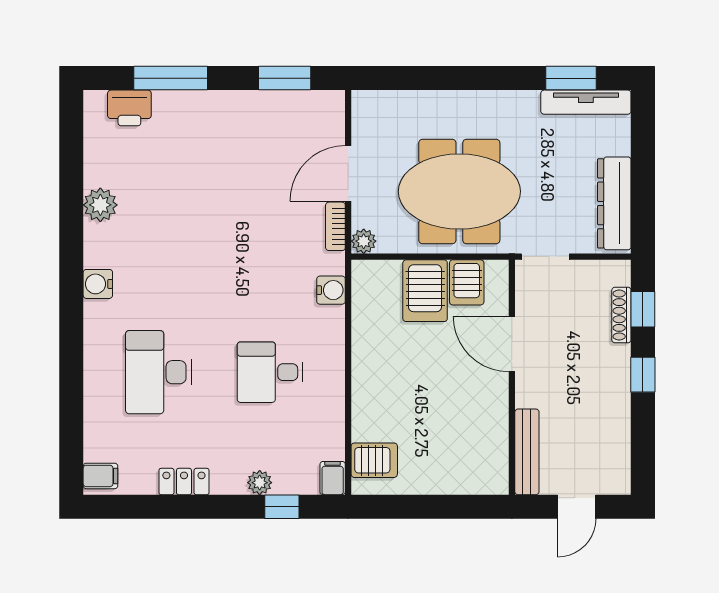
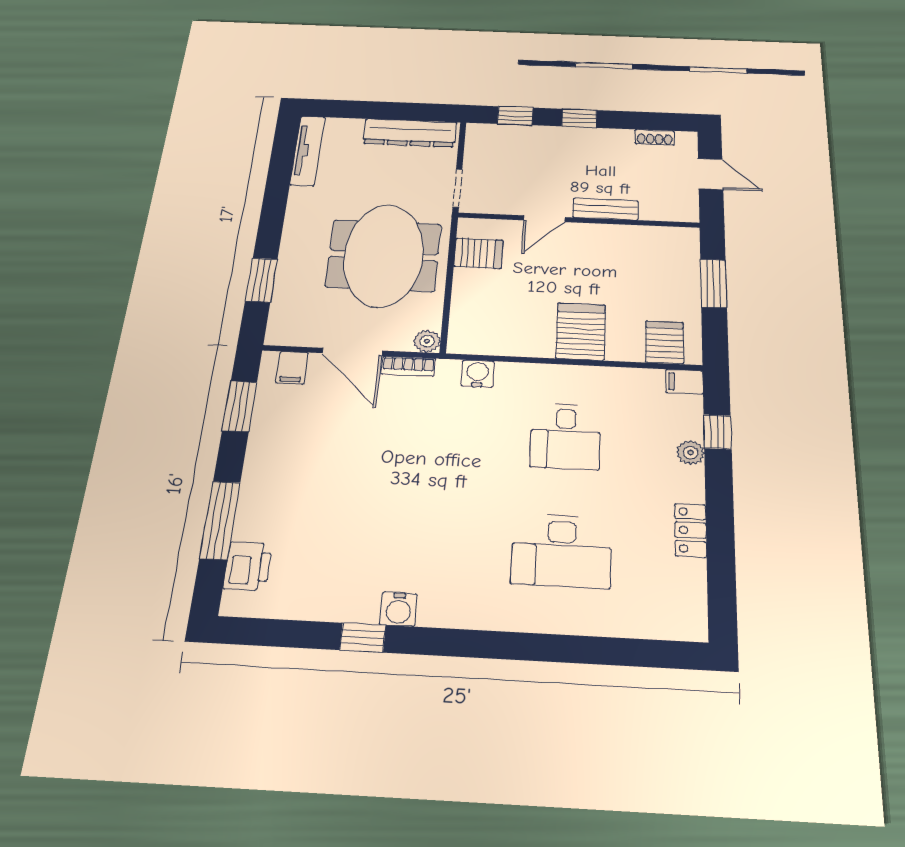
window: (571, 78) -> (261, 280), moved
plant: (100, 205) -> (358, 604), removed
window: (71, 212) -> (363, 638), added
water cooler: (98, 284) -> (398, 609), moved
server rack: (425, 291) -> (581, 331), moved, turned -90
shoe rack: (621, 315) -> (655, 137), moved, width x0.70
door: (512, 344) -> (544, 219), width x0.73
bench: (527, 452) -> (606, 209), moved, width x0.73
filing cabinet: (100, 476) -> (292, 368), moved, turned 180
window: (443, 507) -> (714, 283), added

